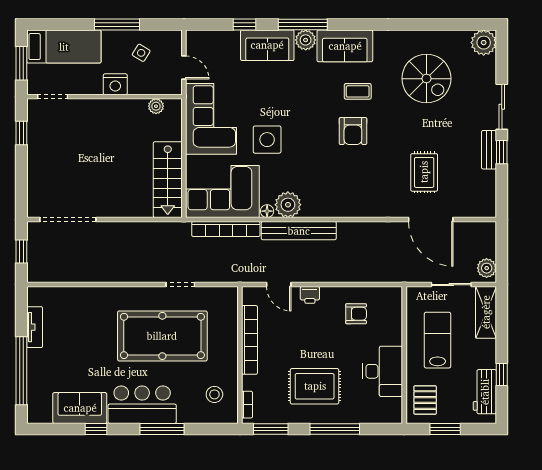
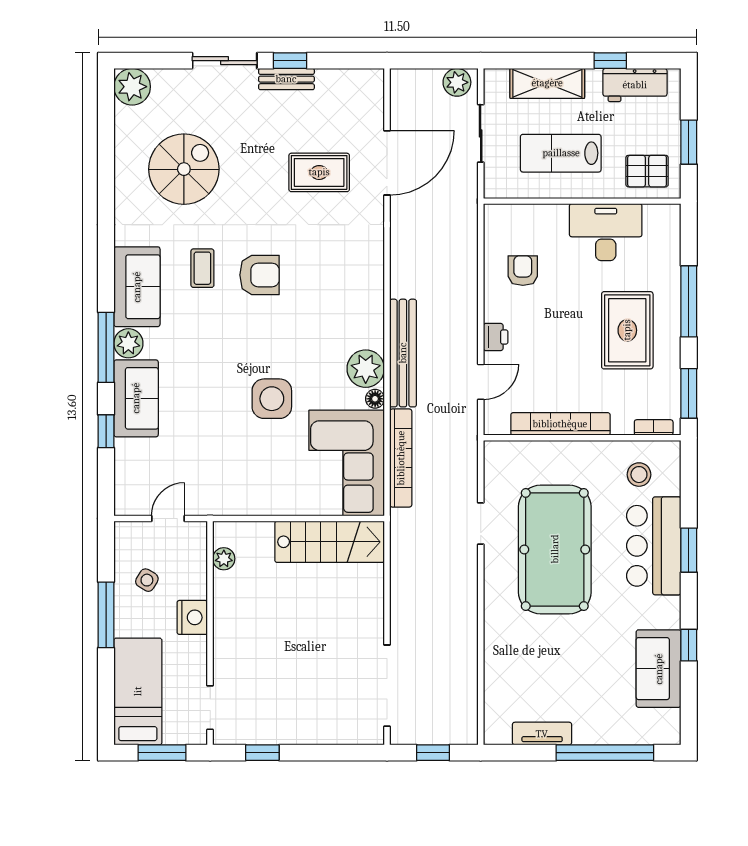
corner sofa: (211, 119) -> (242, 479), removed
shelving: (486, 312) -> (547, 83), moved
bar counter: (142, 405) -> (654, 546), moved
window: (162, 429) -> (689, 550), width x0.69

